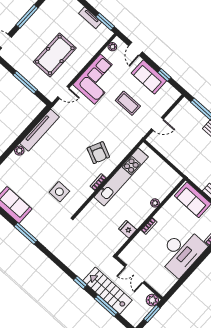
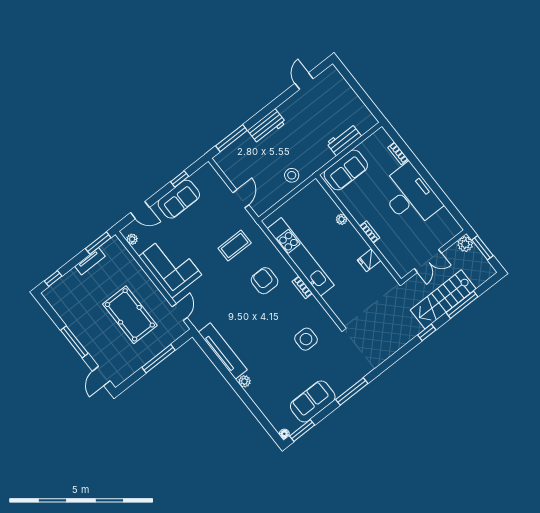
coffee table: (128, 103) -> (235, 246), moved
armchair: (98, 153) -> (265, 281), turned -115
stool: (182, 159) -> (292, 175), added

